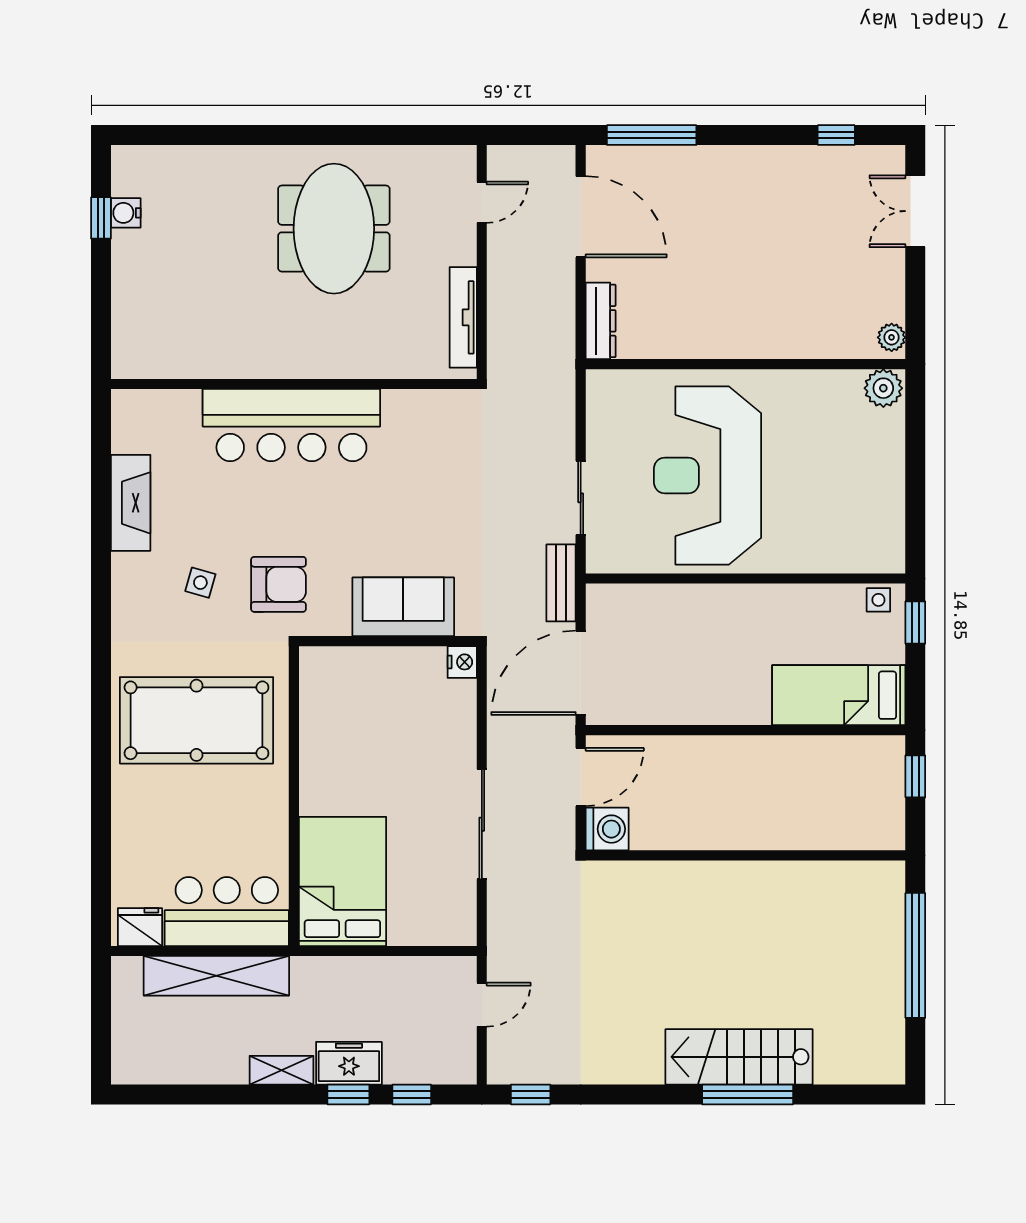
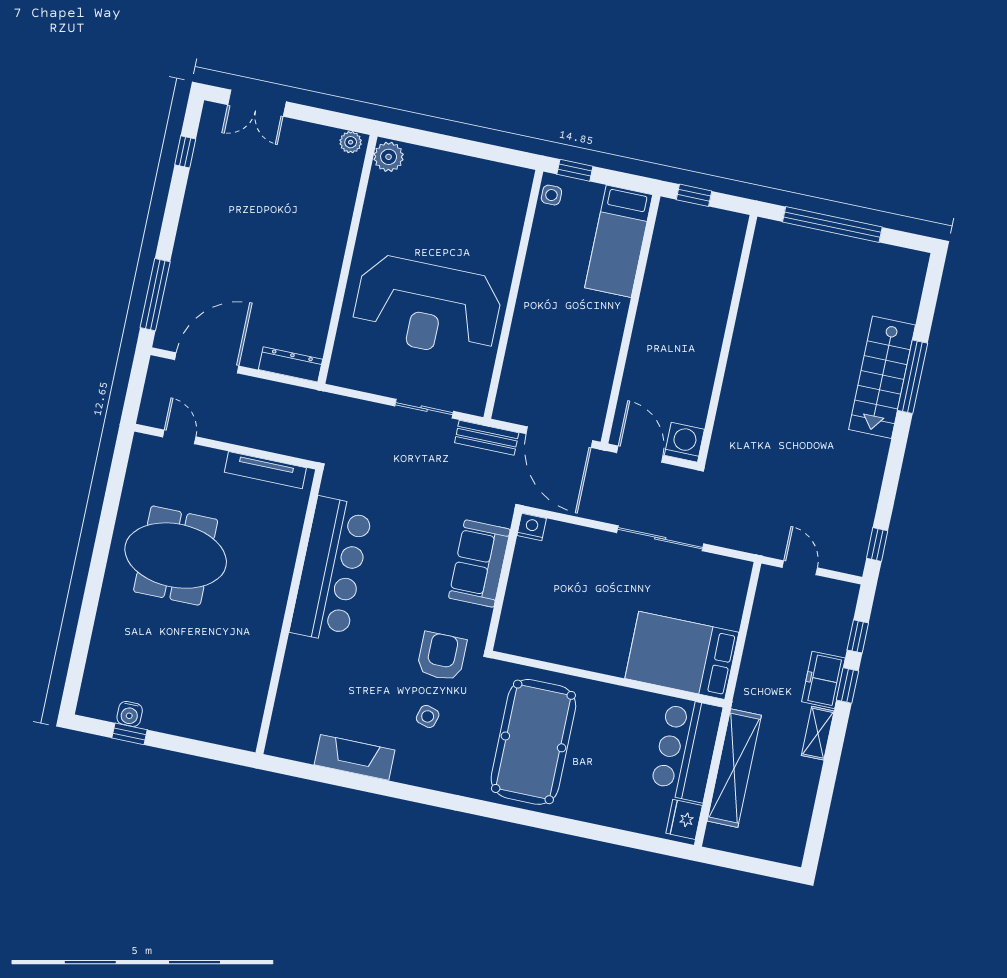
bar counter: (291, 425) -> (331, 570), moved

